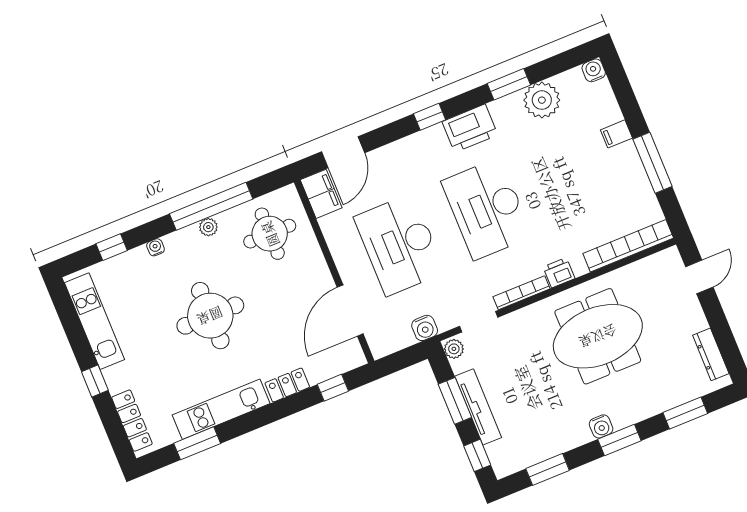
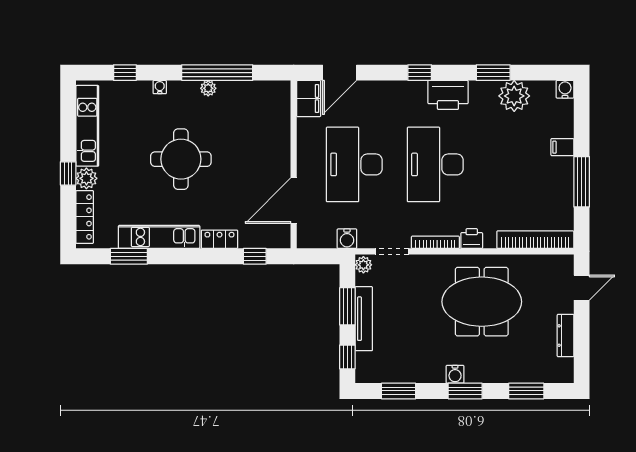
round table: (270, 234) -> (255, 113), removed
dresser: (711, 354) -> (566, 336), moved
plant: (117, 378) -> (86, 178), added

